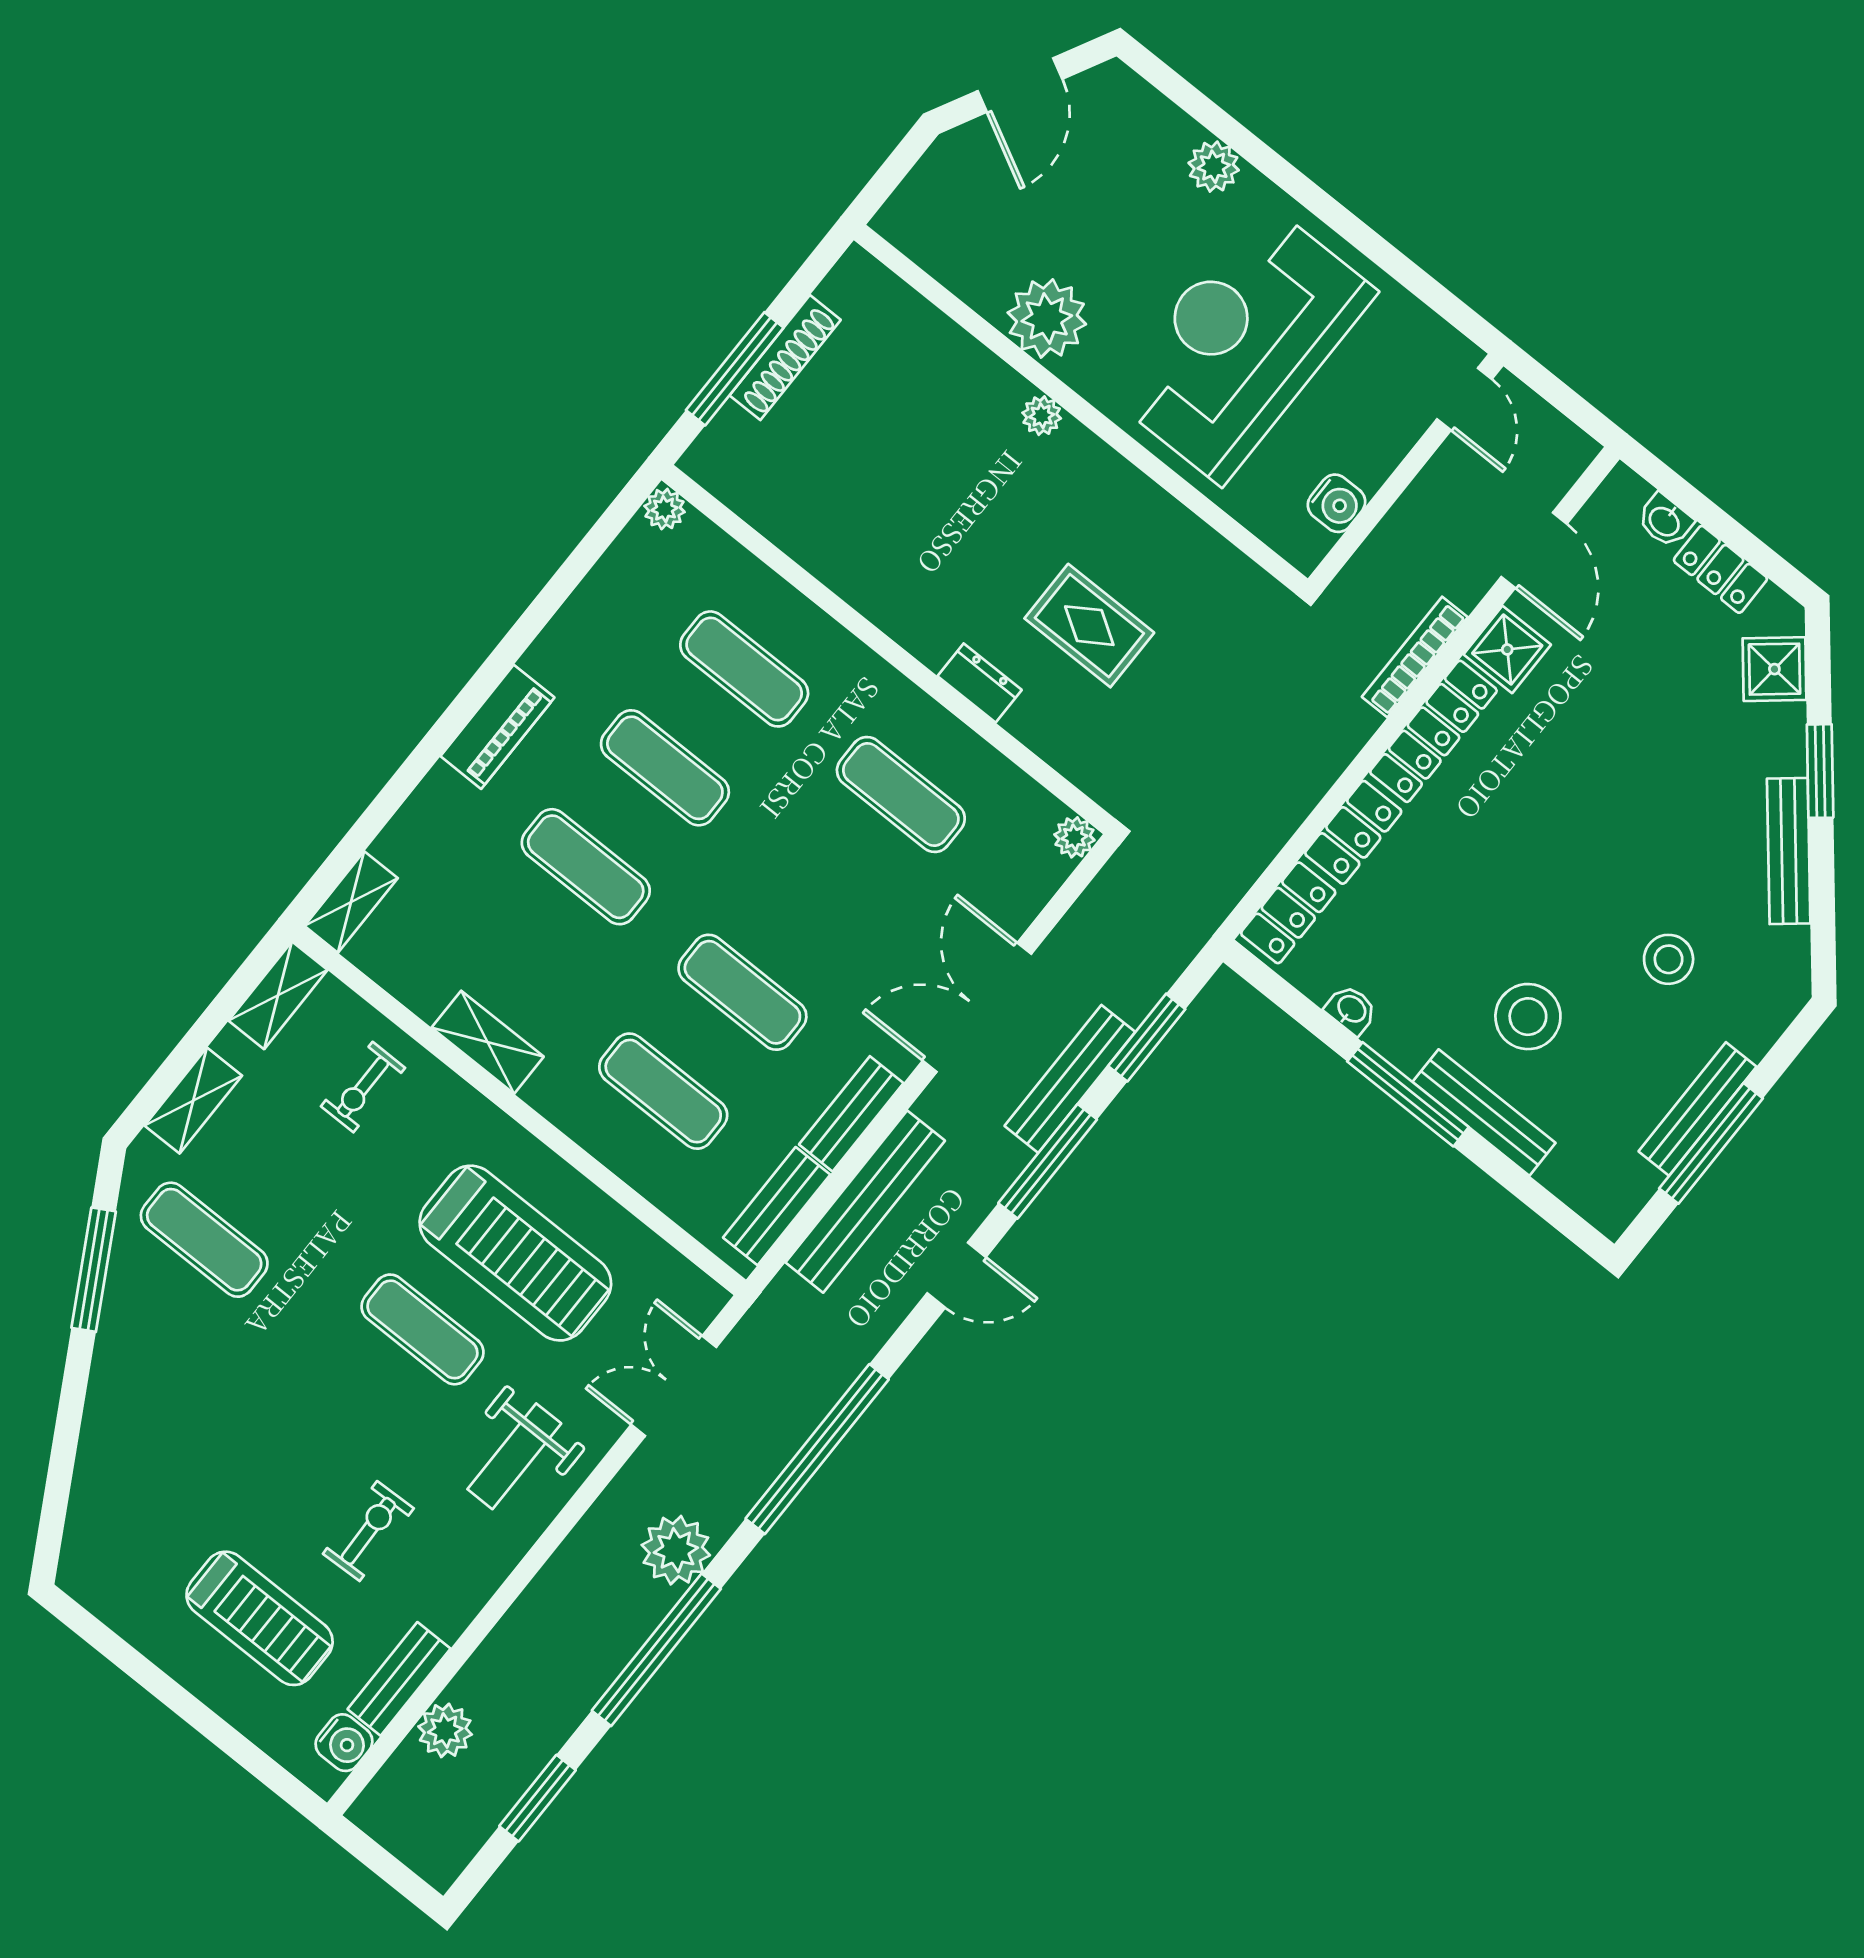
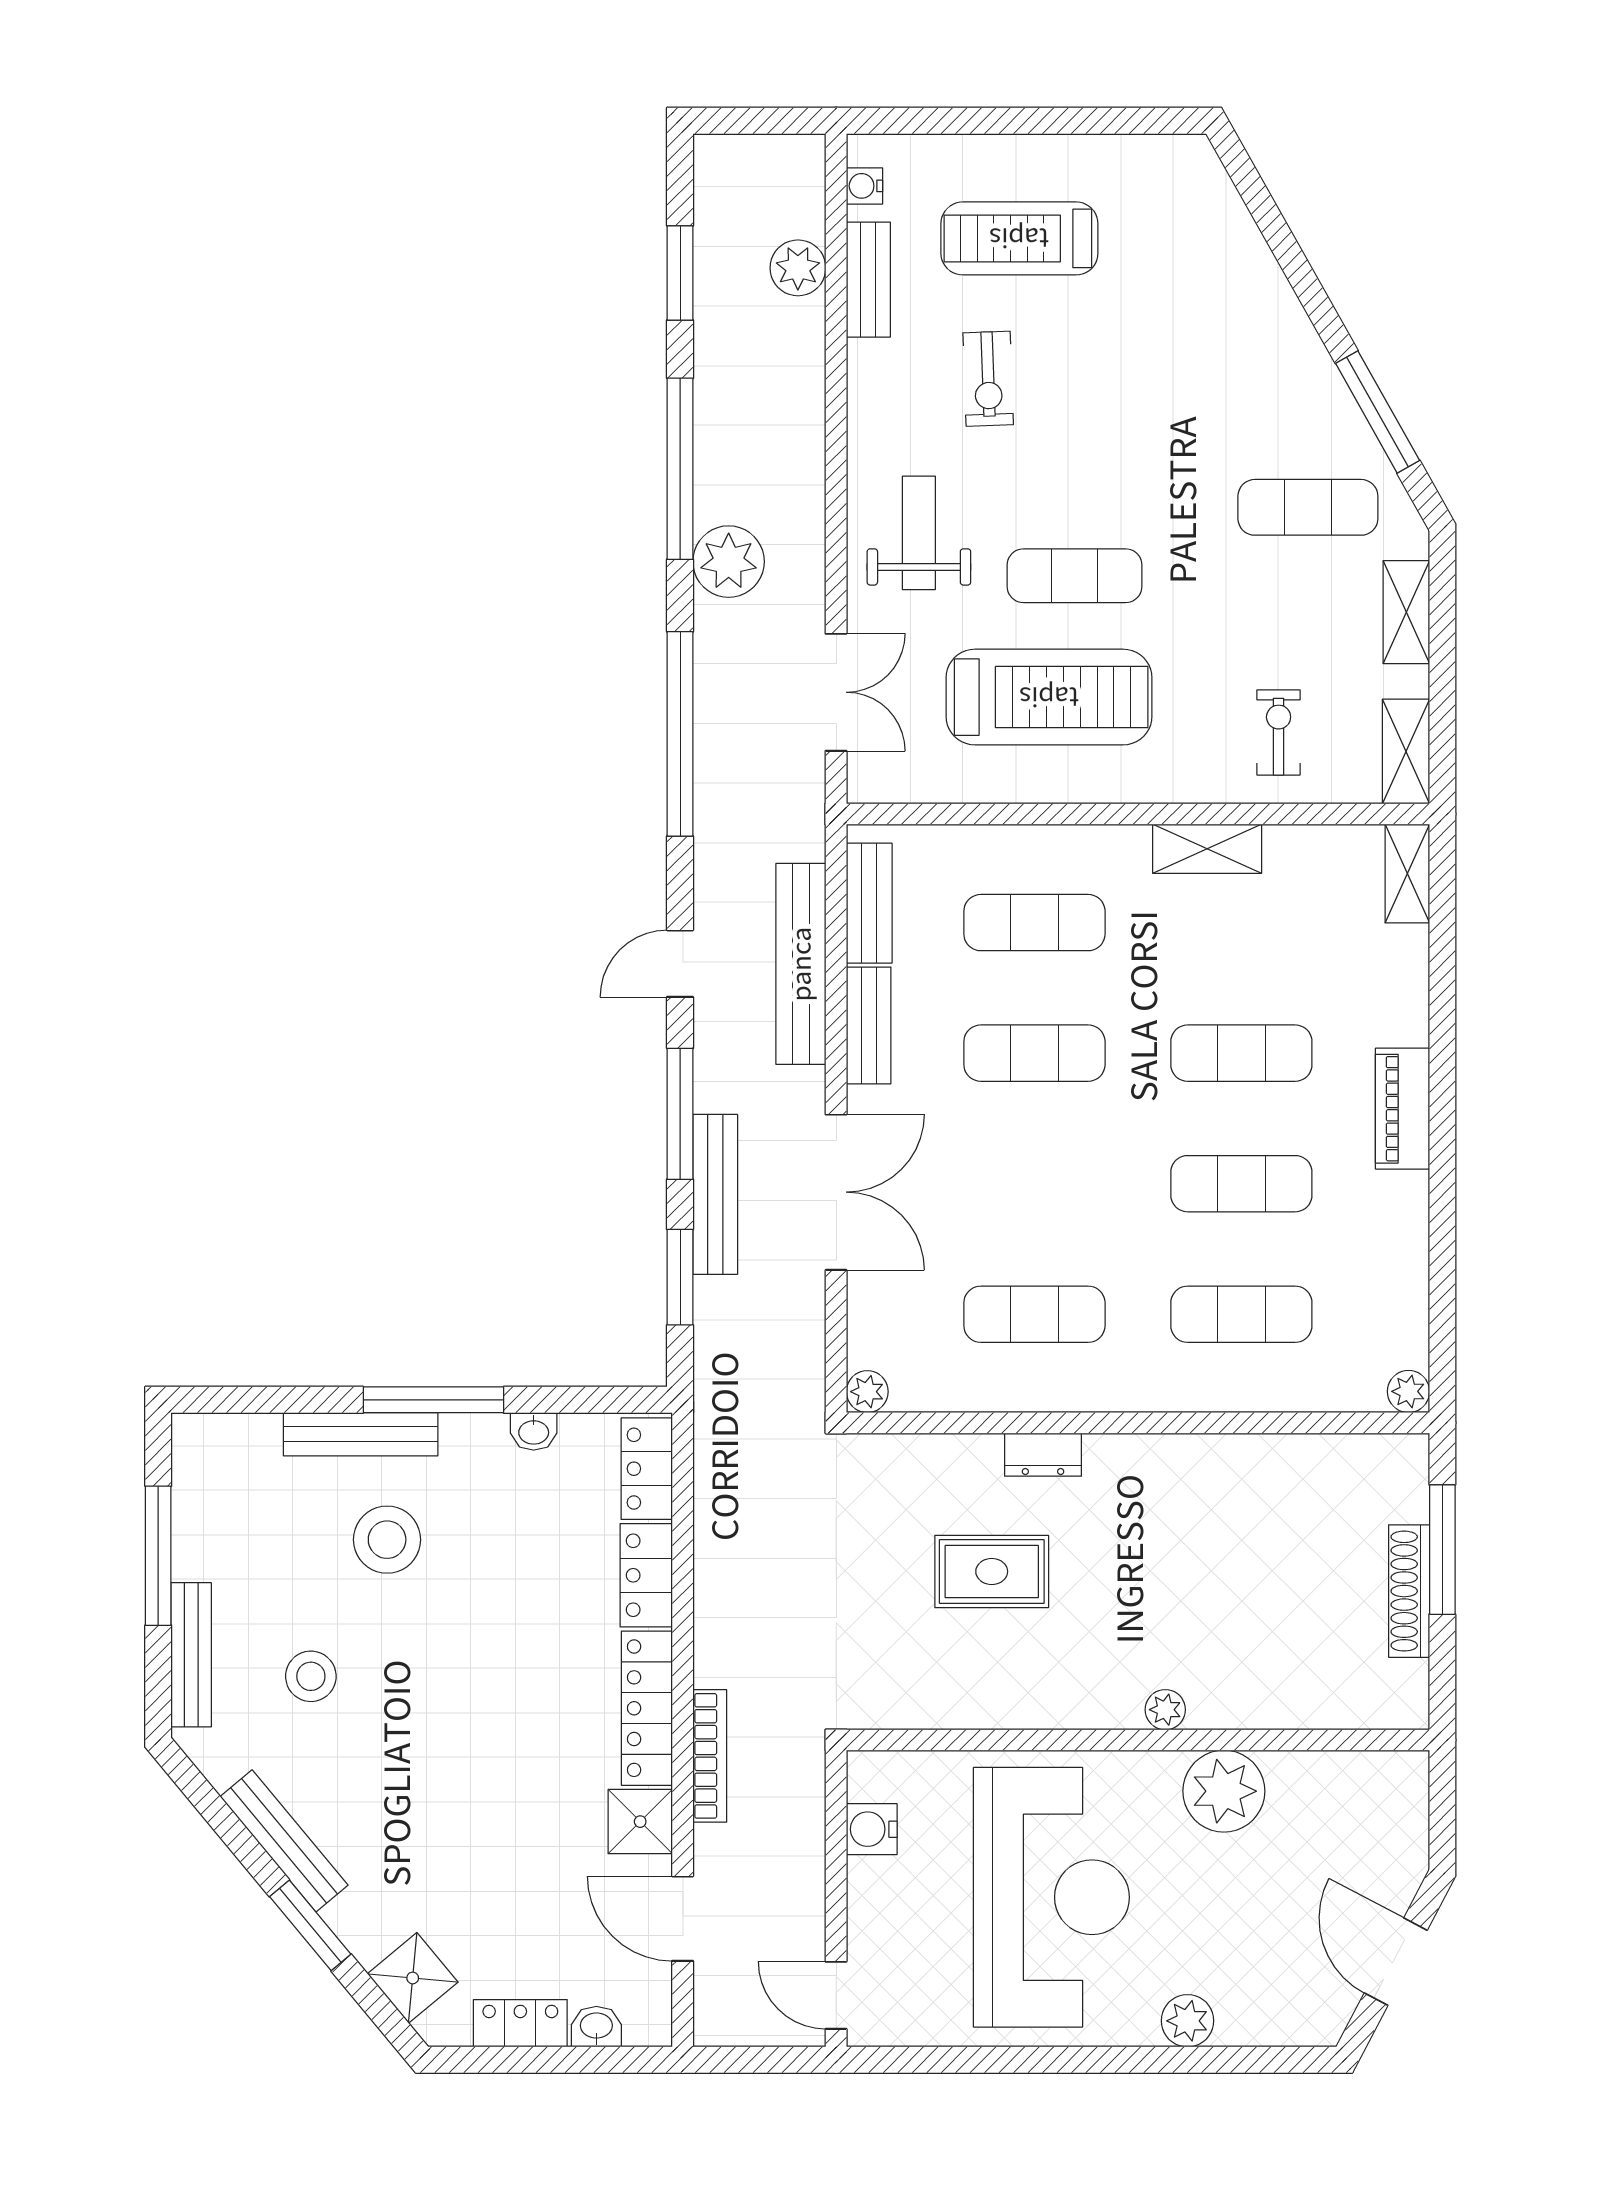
bench: (1697, 1109) -> (191, 1655), moved
treadmill: (515, 1253) -> (1049, 697), turned 180
water cooler: (344, 1743) -> (864, 186), width x0.72, depth x0.72

